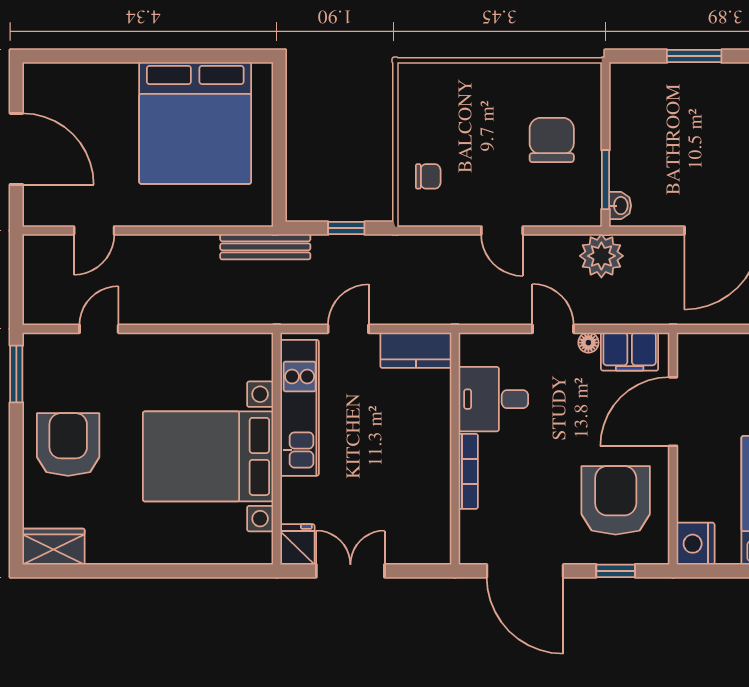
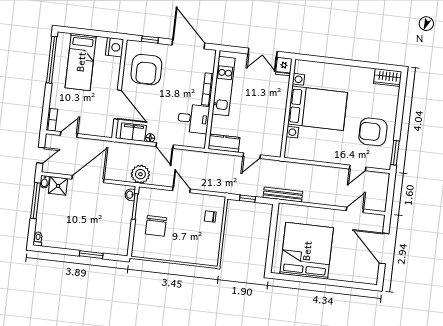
kitchen unit: (300, 408) -> (224, 86), moved, turned 180
door: (673, 412) -> (118, 105), hinge flipped
armchair: (68, 445) -> (373, 132), moved, turned 90

